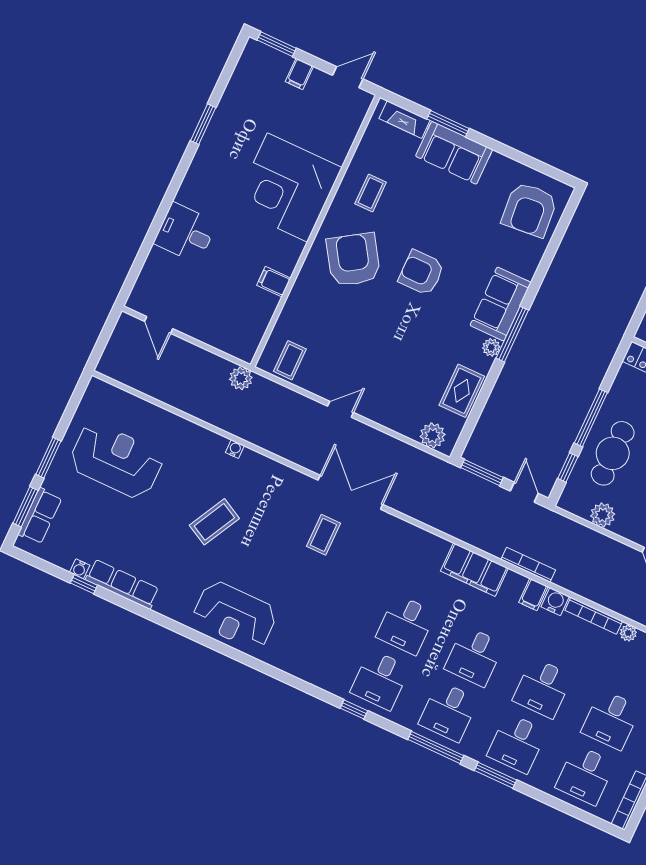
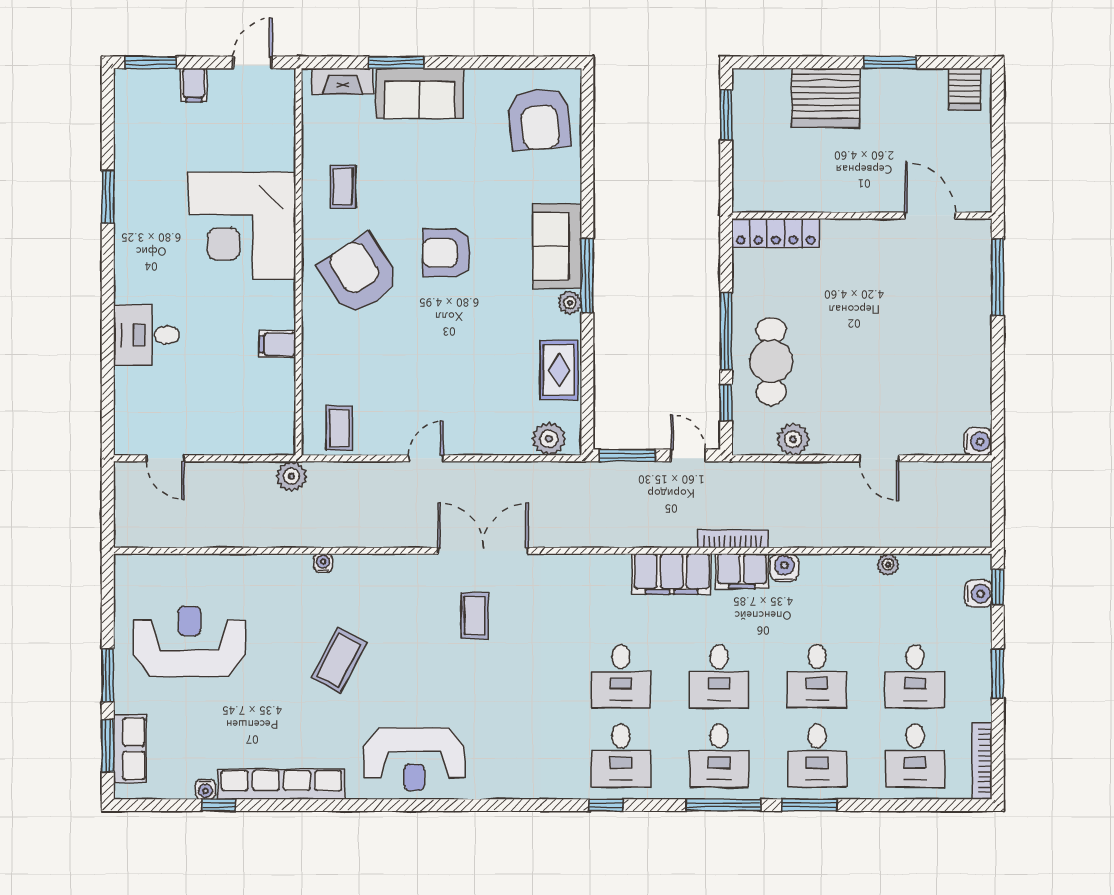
row of seats: (122, 584) -> (281, 784), width x1.36
filing cabinet: (533, 595) -> (742, 571), width x2.00
bookcase: (594, 616) -> (838, 563), removed

